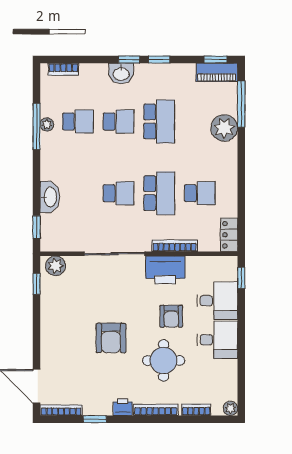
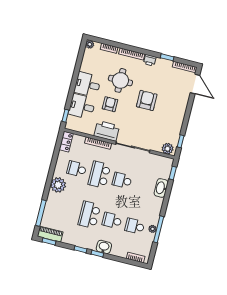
plant: (224, 128) -> (58, 185), moved

